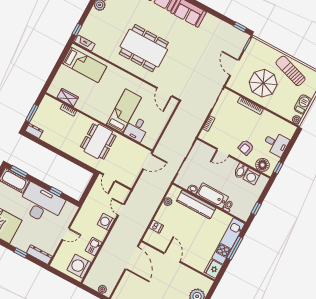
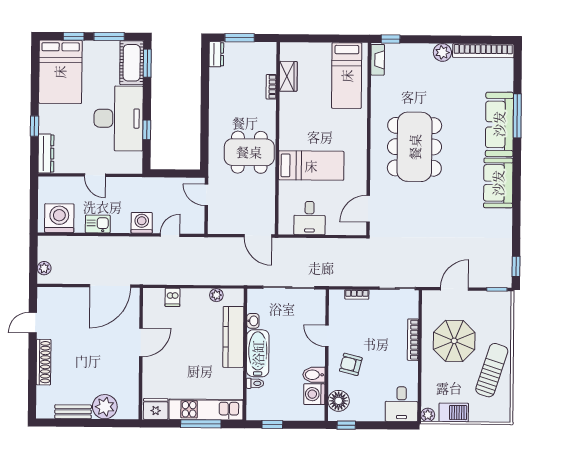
desk: (137, 129) -> (310, 218), moved, turned -90
desk: (276, 144) -> (402, 404), moved
door: (109, 178) -> (206, 195), hinge flipped

